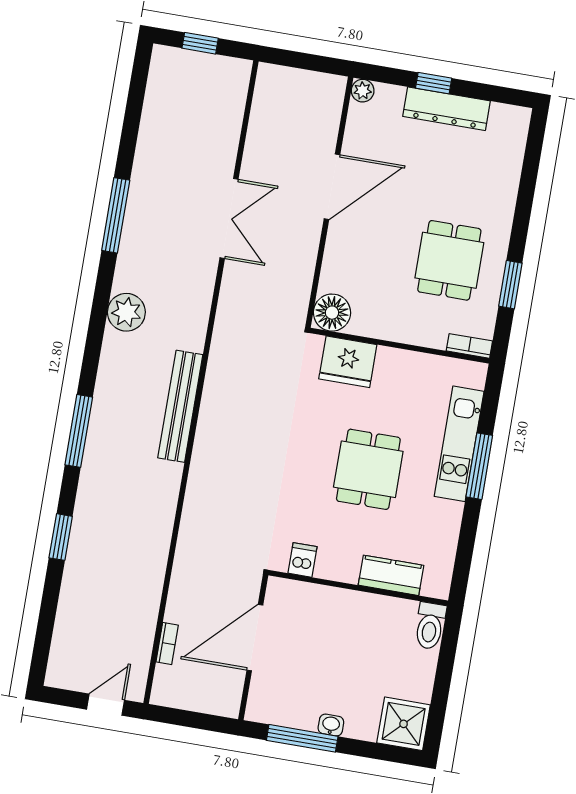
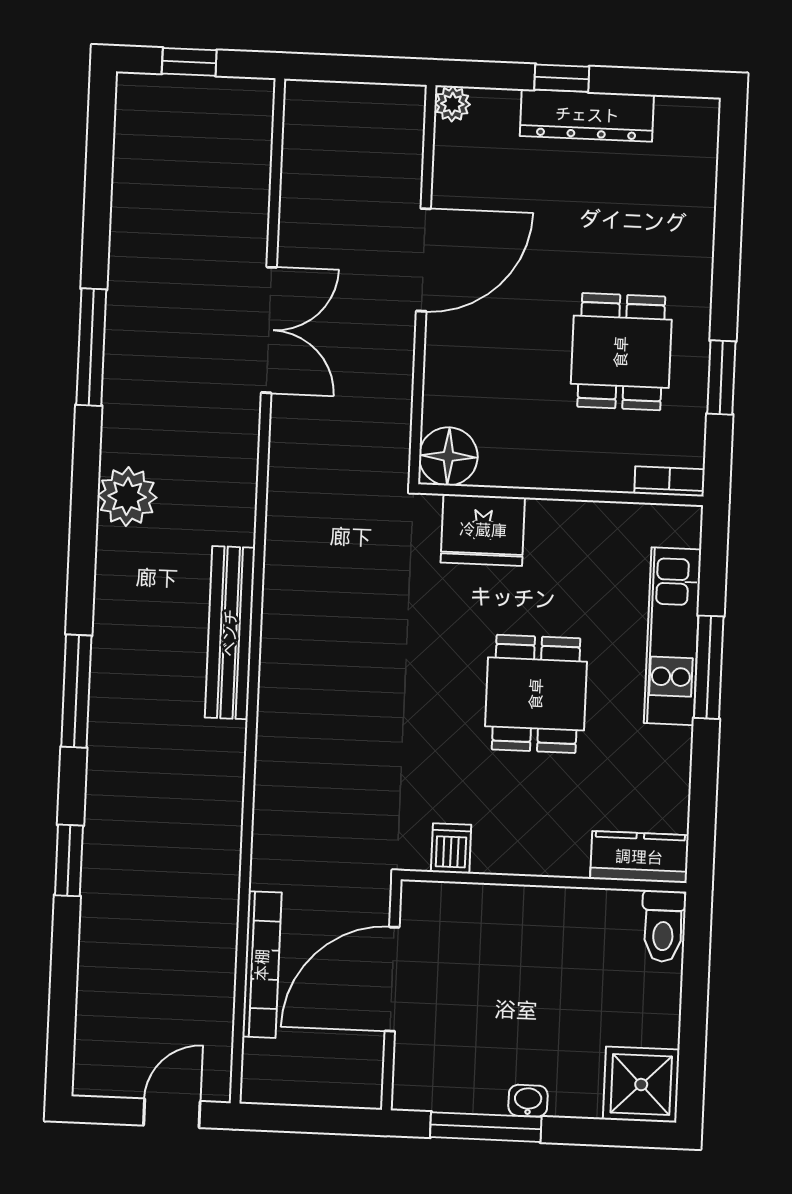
kitchen counter: (391, 575) -> (639, 857), moved
bookcase: (167, 644) -> (262, 965), width x2.31, depth x1.31

